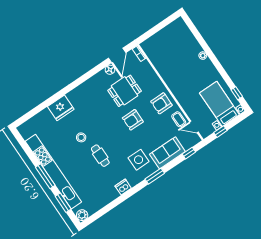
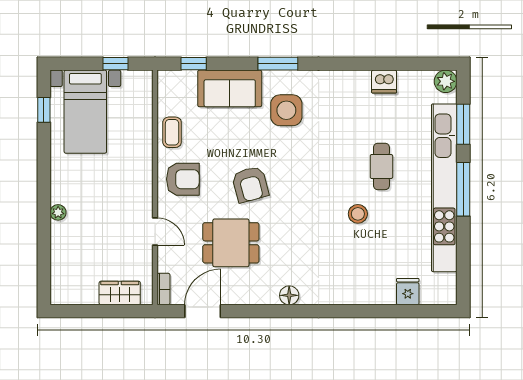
wardrobe: (156, 40) -> (120, 293), added
floor lamp: (110, 70) -> (289, 295), moved
fridge: (61, 108) -> (408, 292), moved, width x0.53, depth x0.75
armchair: (133, 120) -> (250, 184), turned 75
door: (194, 127) -> (155, 231), moved
cafe table: (100, 156) -> (381, 166), moved
dishwasher: (123, 187) -> (384, 82), moved

